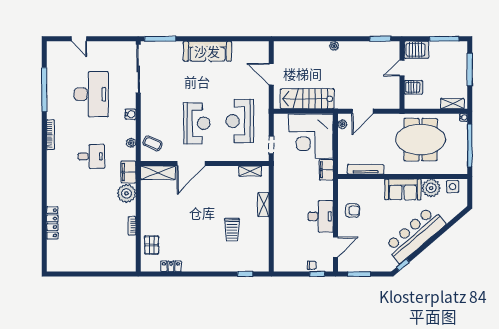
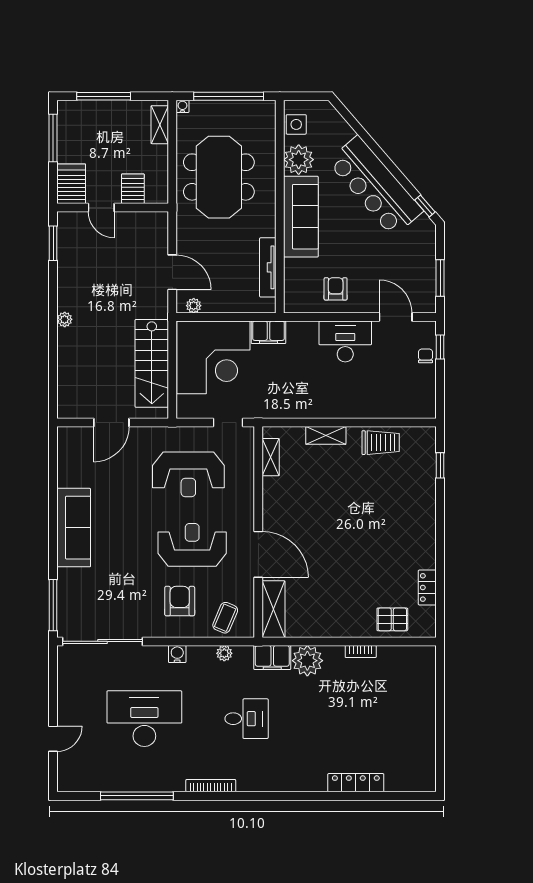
armchair: (163, 116) -> (180, 601), added
desk: (91, 156) -> (247, 719), turned 90
sofa: (403, 189) -> (301, 217), width x1.36
trolley: (232, 230) -> (381, 443), moved

